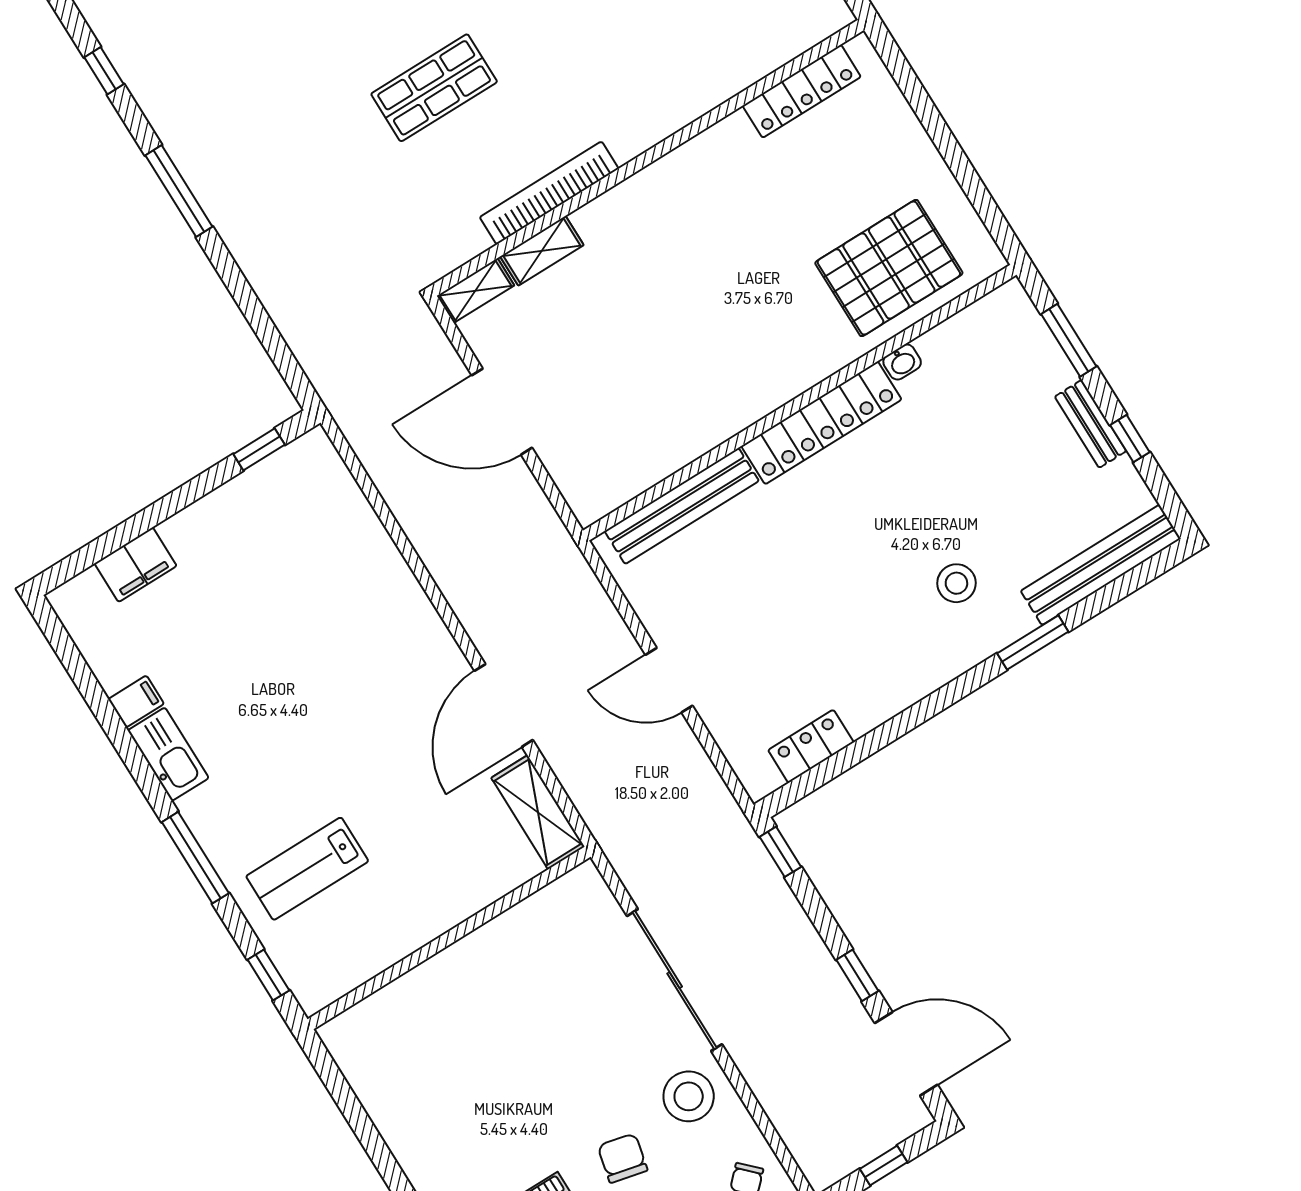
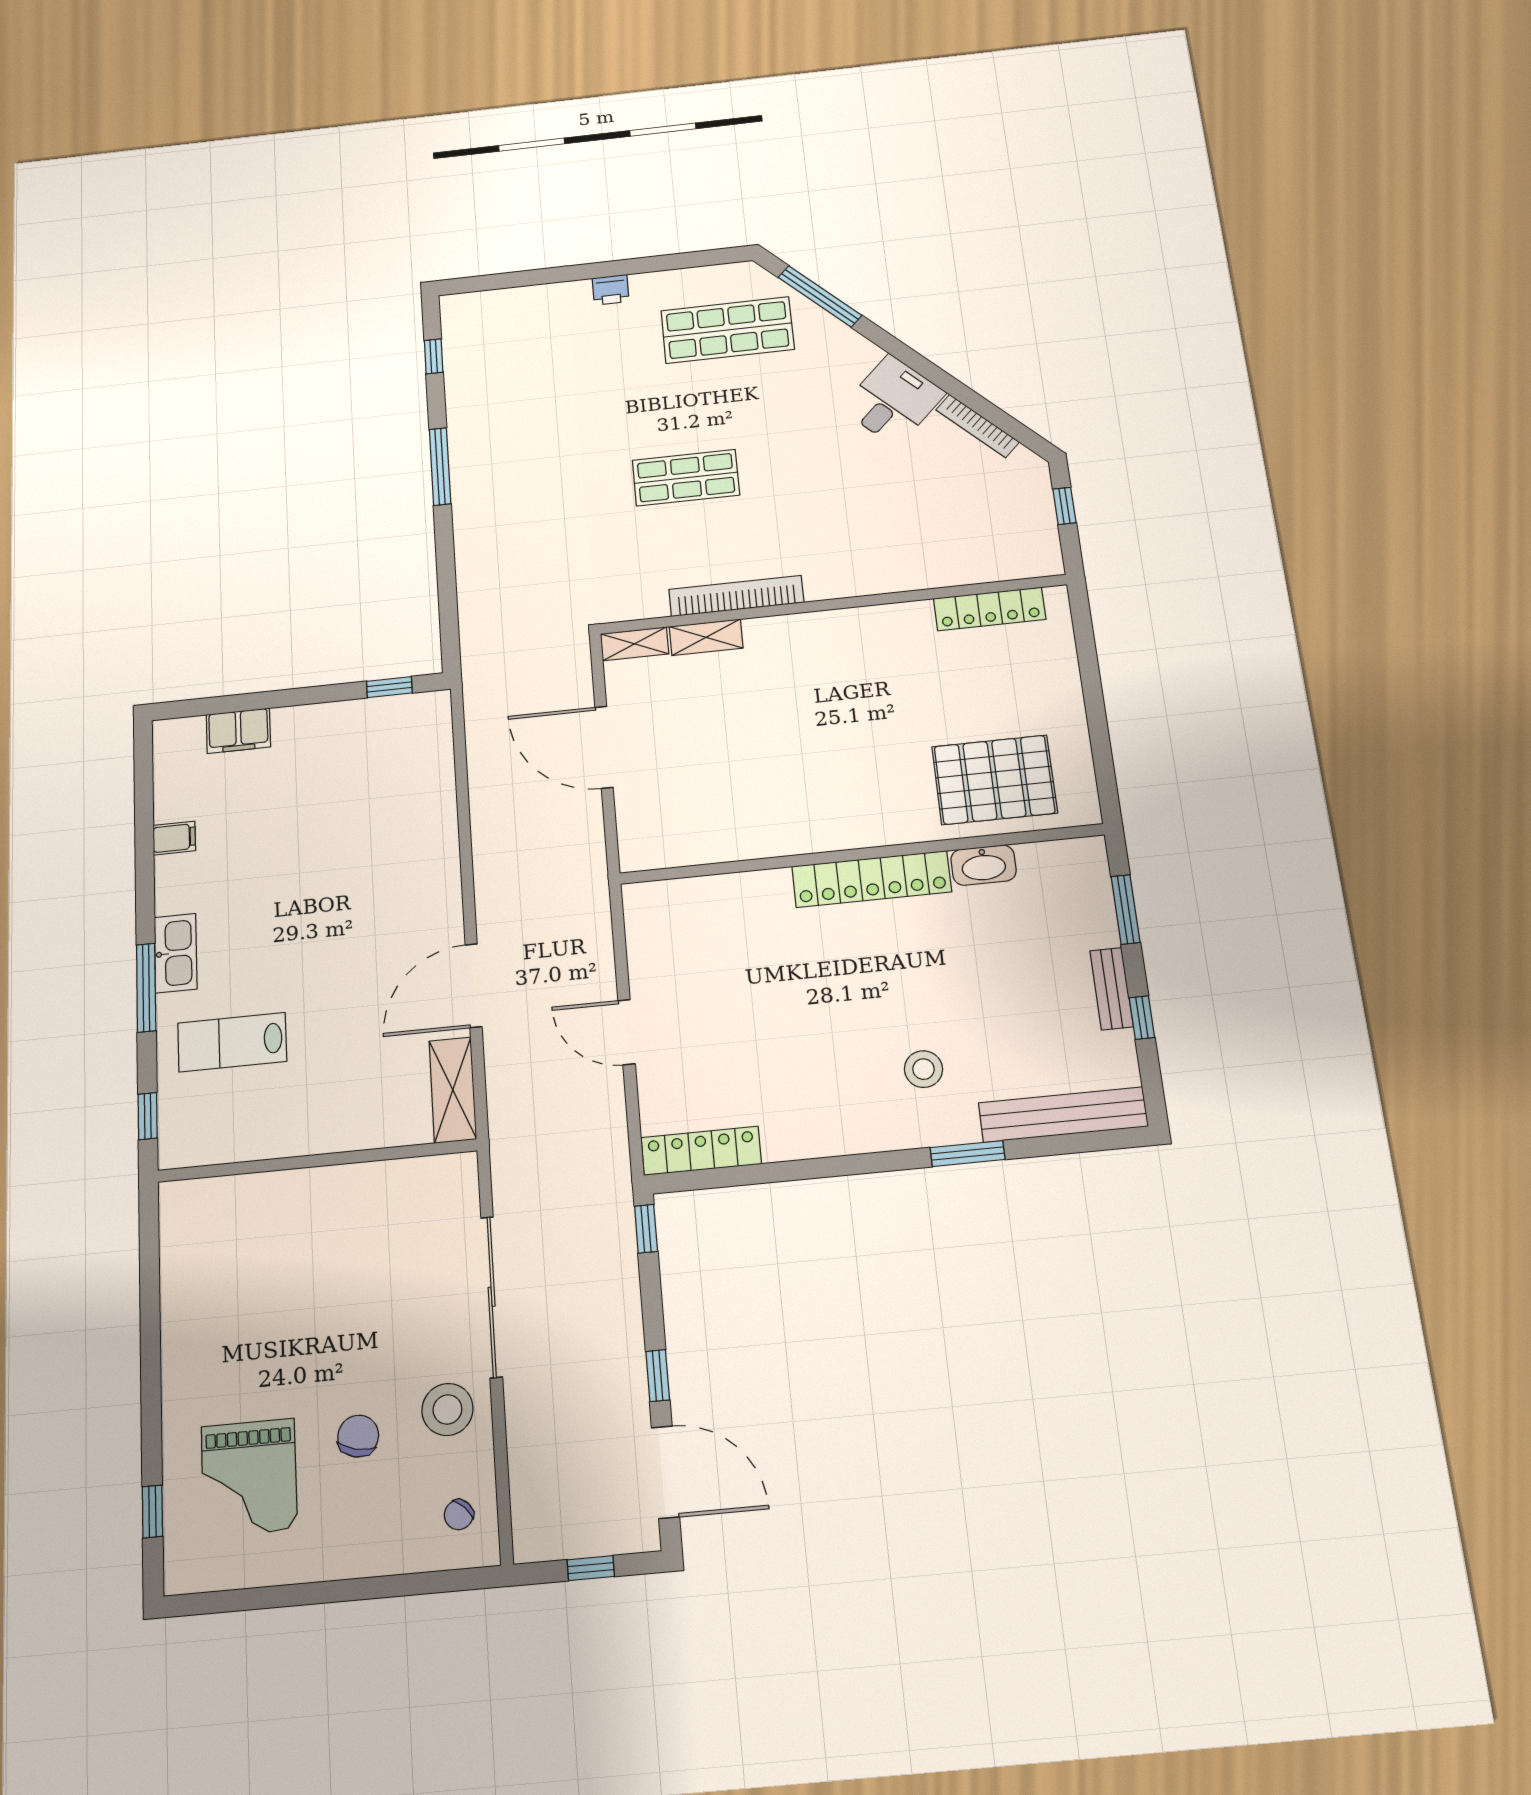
washbasin: (902, 362) -> (984, 865), width x1.91, depth x1.45
bench: (682, 506) -> (715, 892), removed
locker: (811, 746) -> (701, 1151), width x1.53
kitchen sink: (168, 754) -> (176, 953), moved

